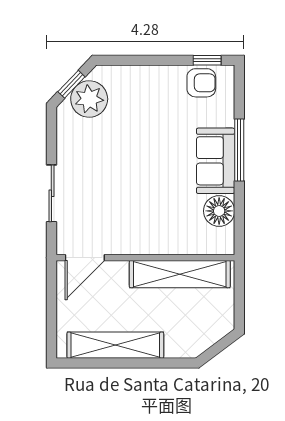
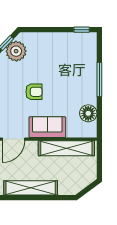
armchair: (201, 83) -> (34, 92), moved
sofa: (216, 161) -> (47, 127), moved, turned 90

